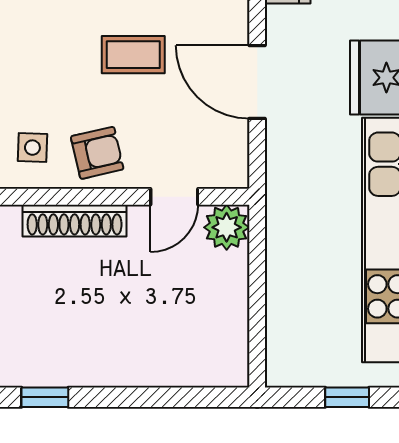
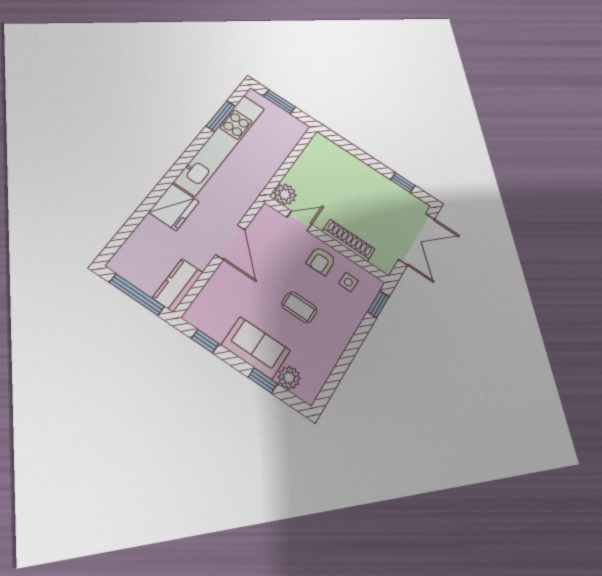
coffee table: (133, 55) -> (299, 307), moved
armchair: (97, 153) -> (321, 261), turned -77
window: (347, 397) -> (279, 102), width x1.50

